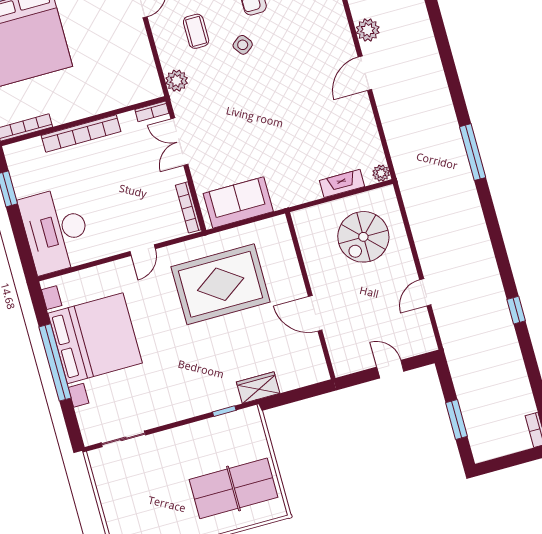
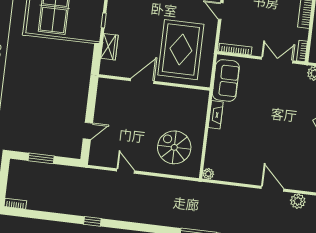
fireplace: (342, 183) -> (216, 115), moved
wall: (310, 296) -> (154, 82), moved
door: (315, 313) -> (142, 81), moved

